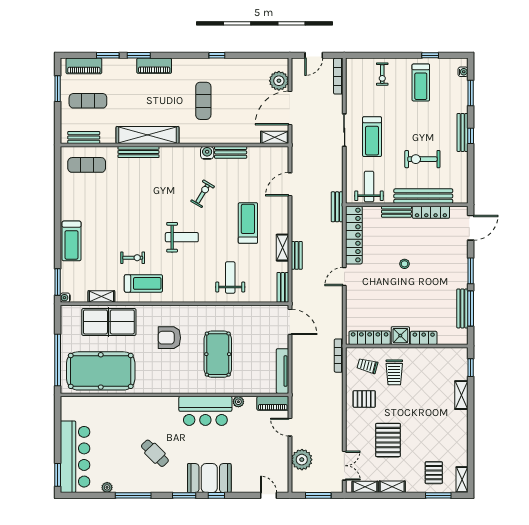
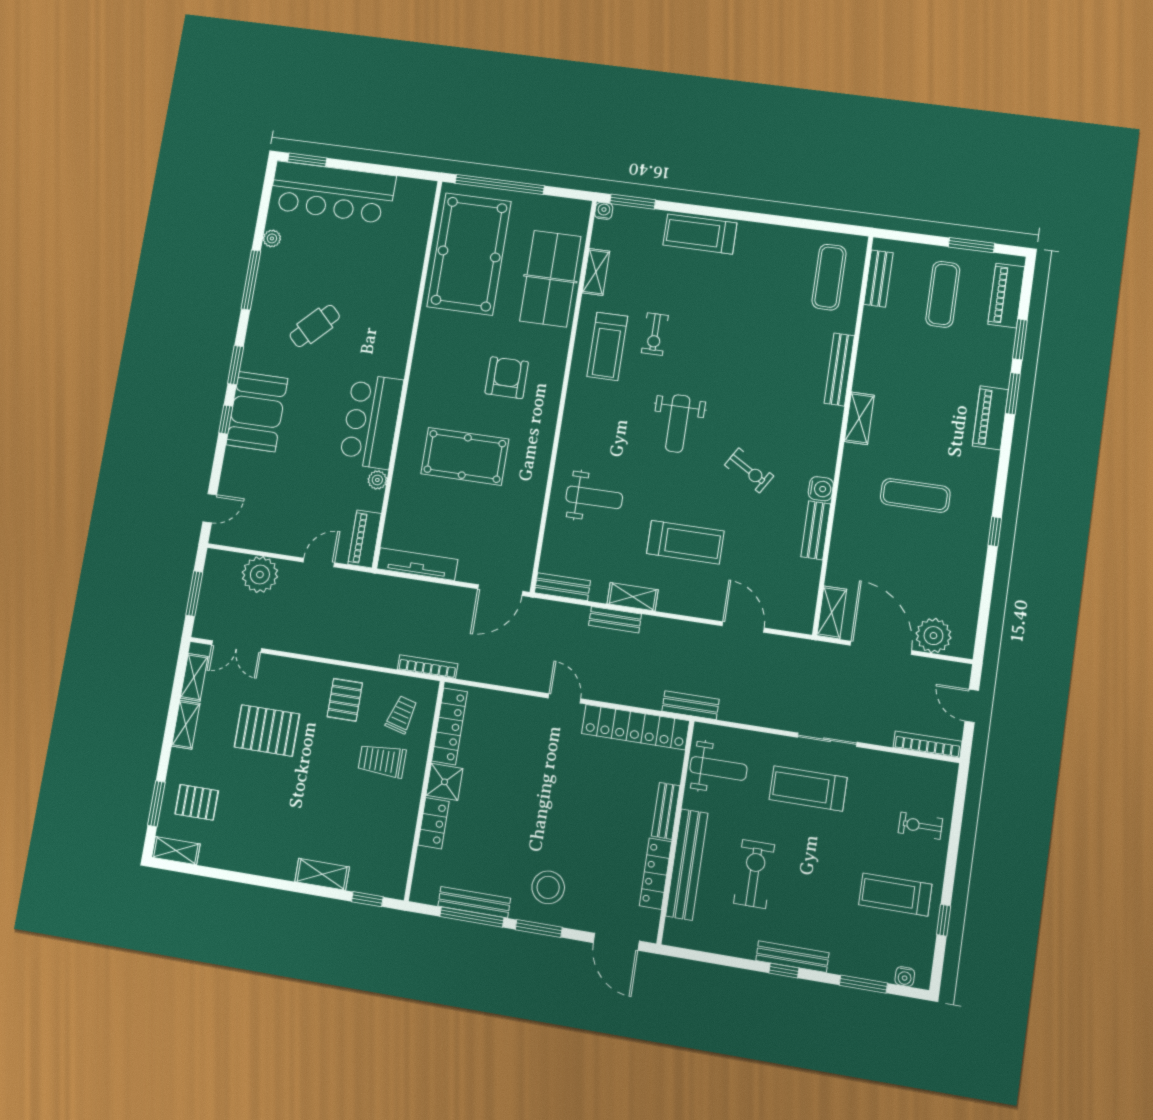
shelving: (148, 135) -> (859, 418), width x0.45, depth x0.75
stool: (405, 264) -> (548, 887), moved, width x1.89, depth x1.89

